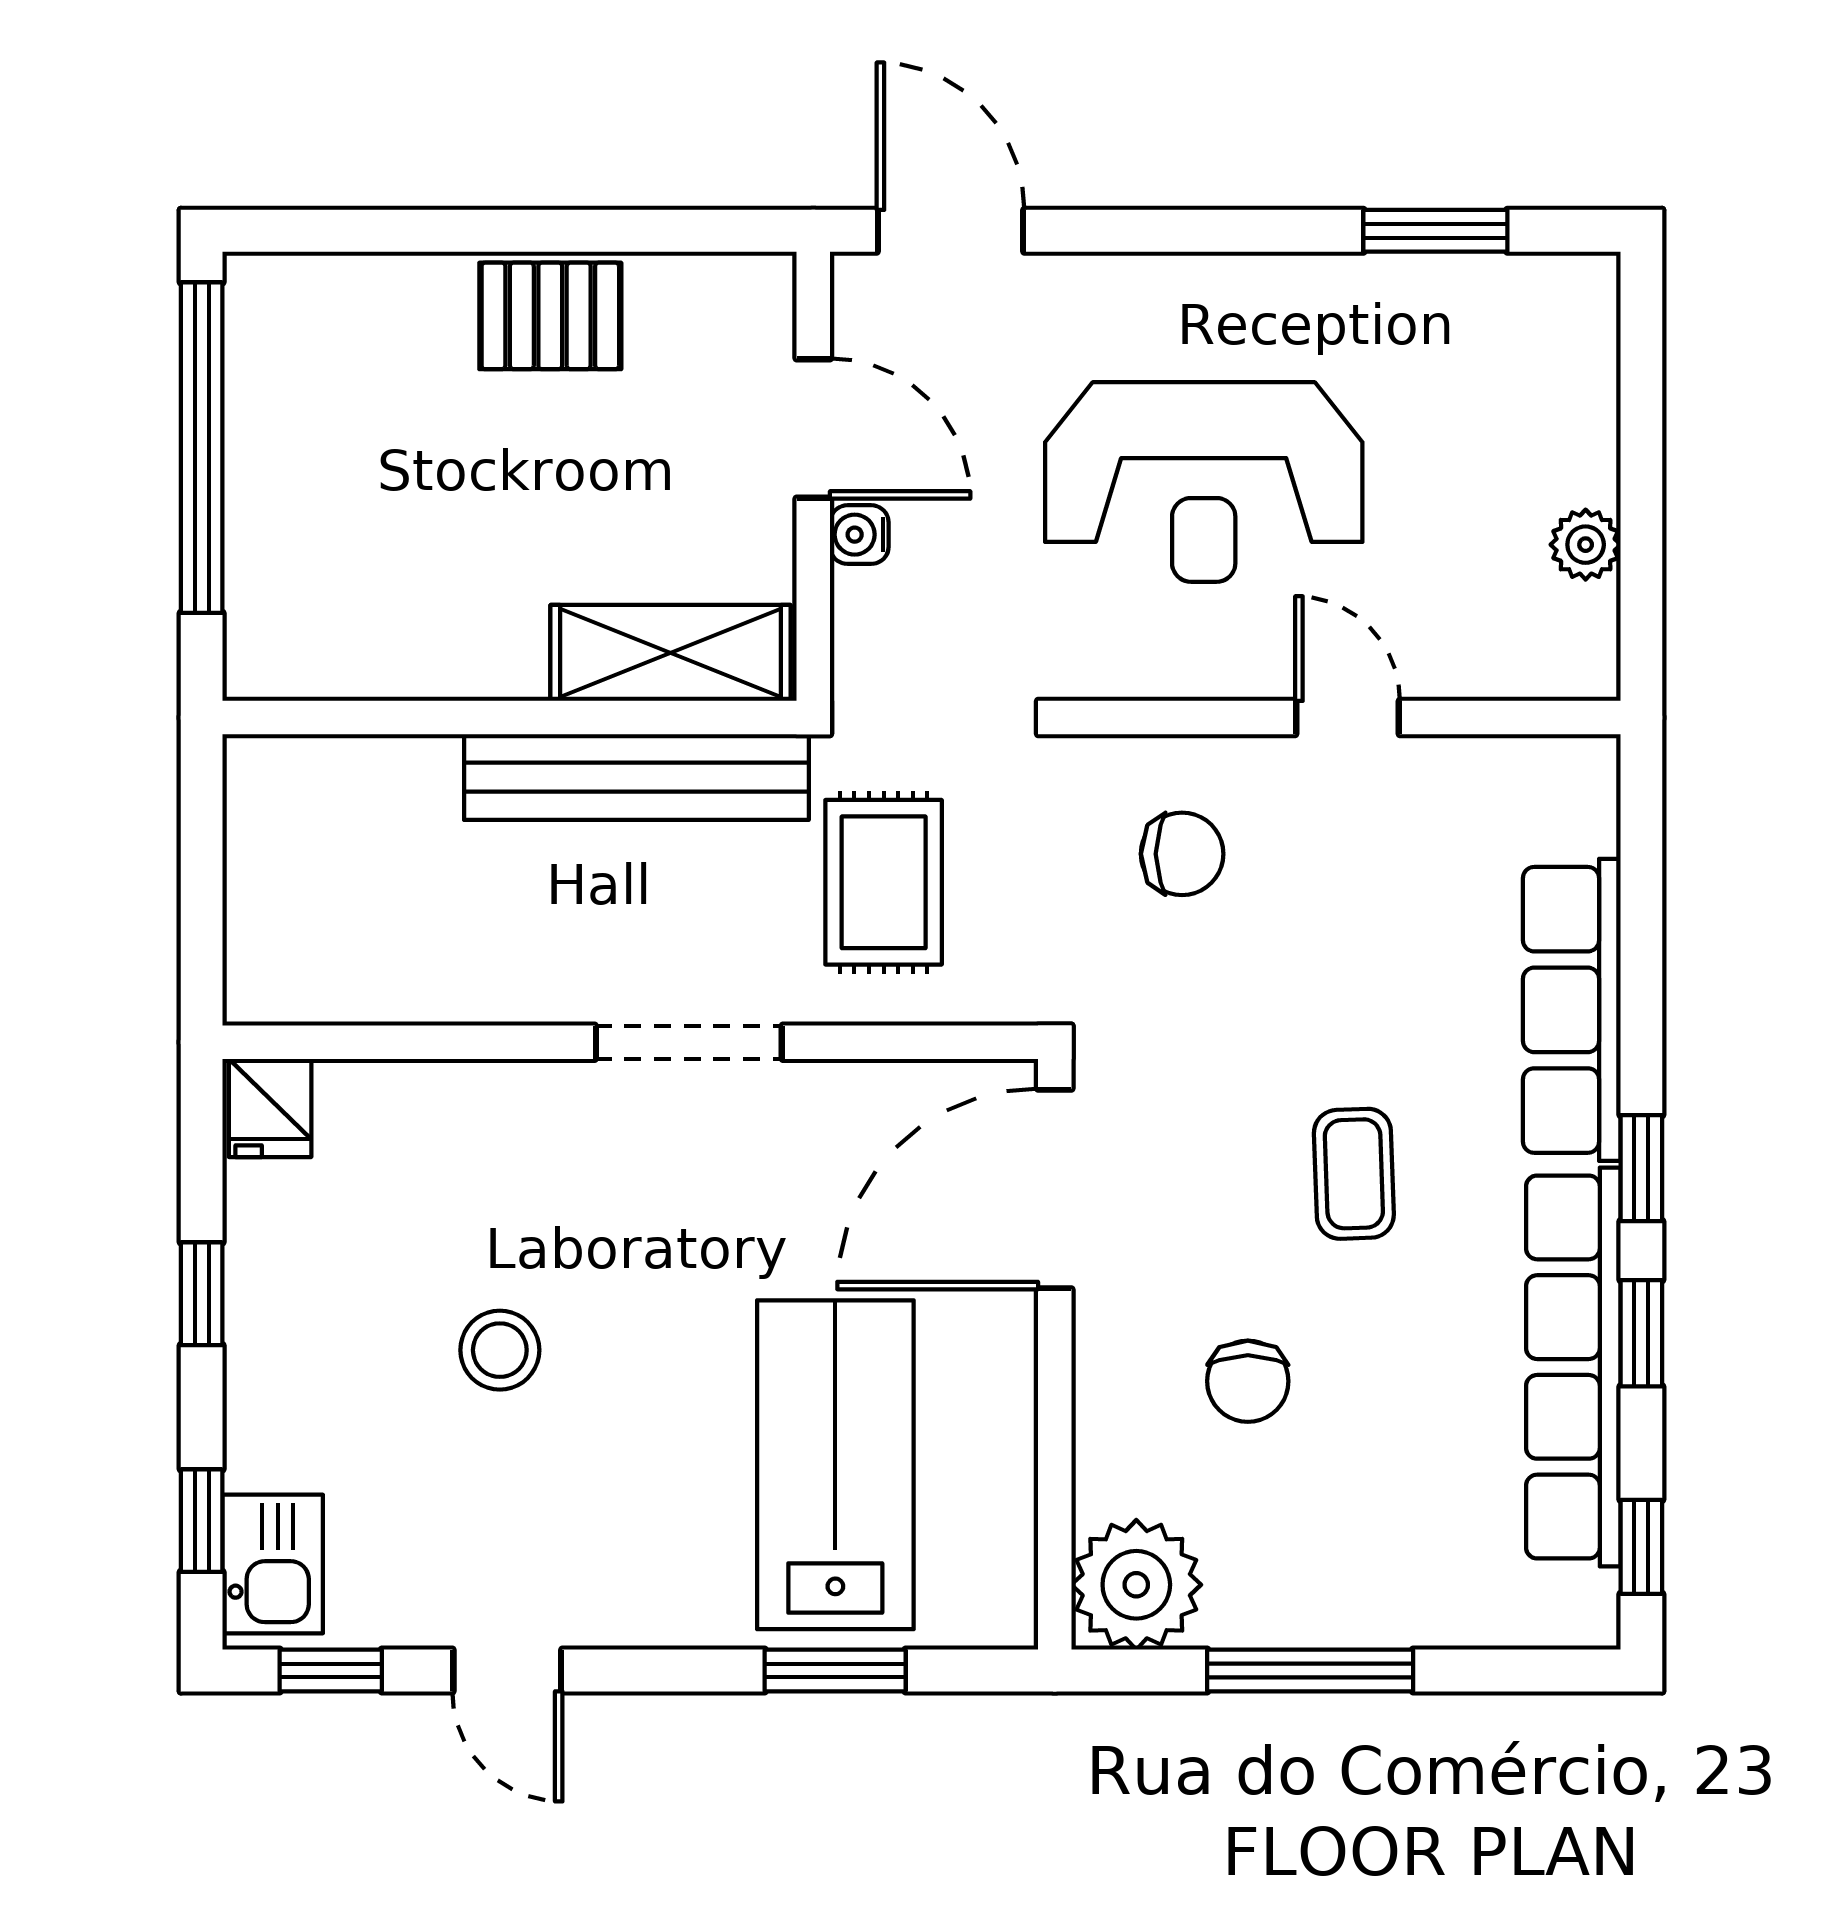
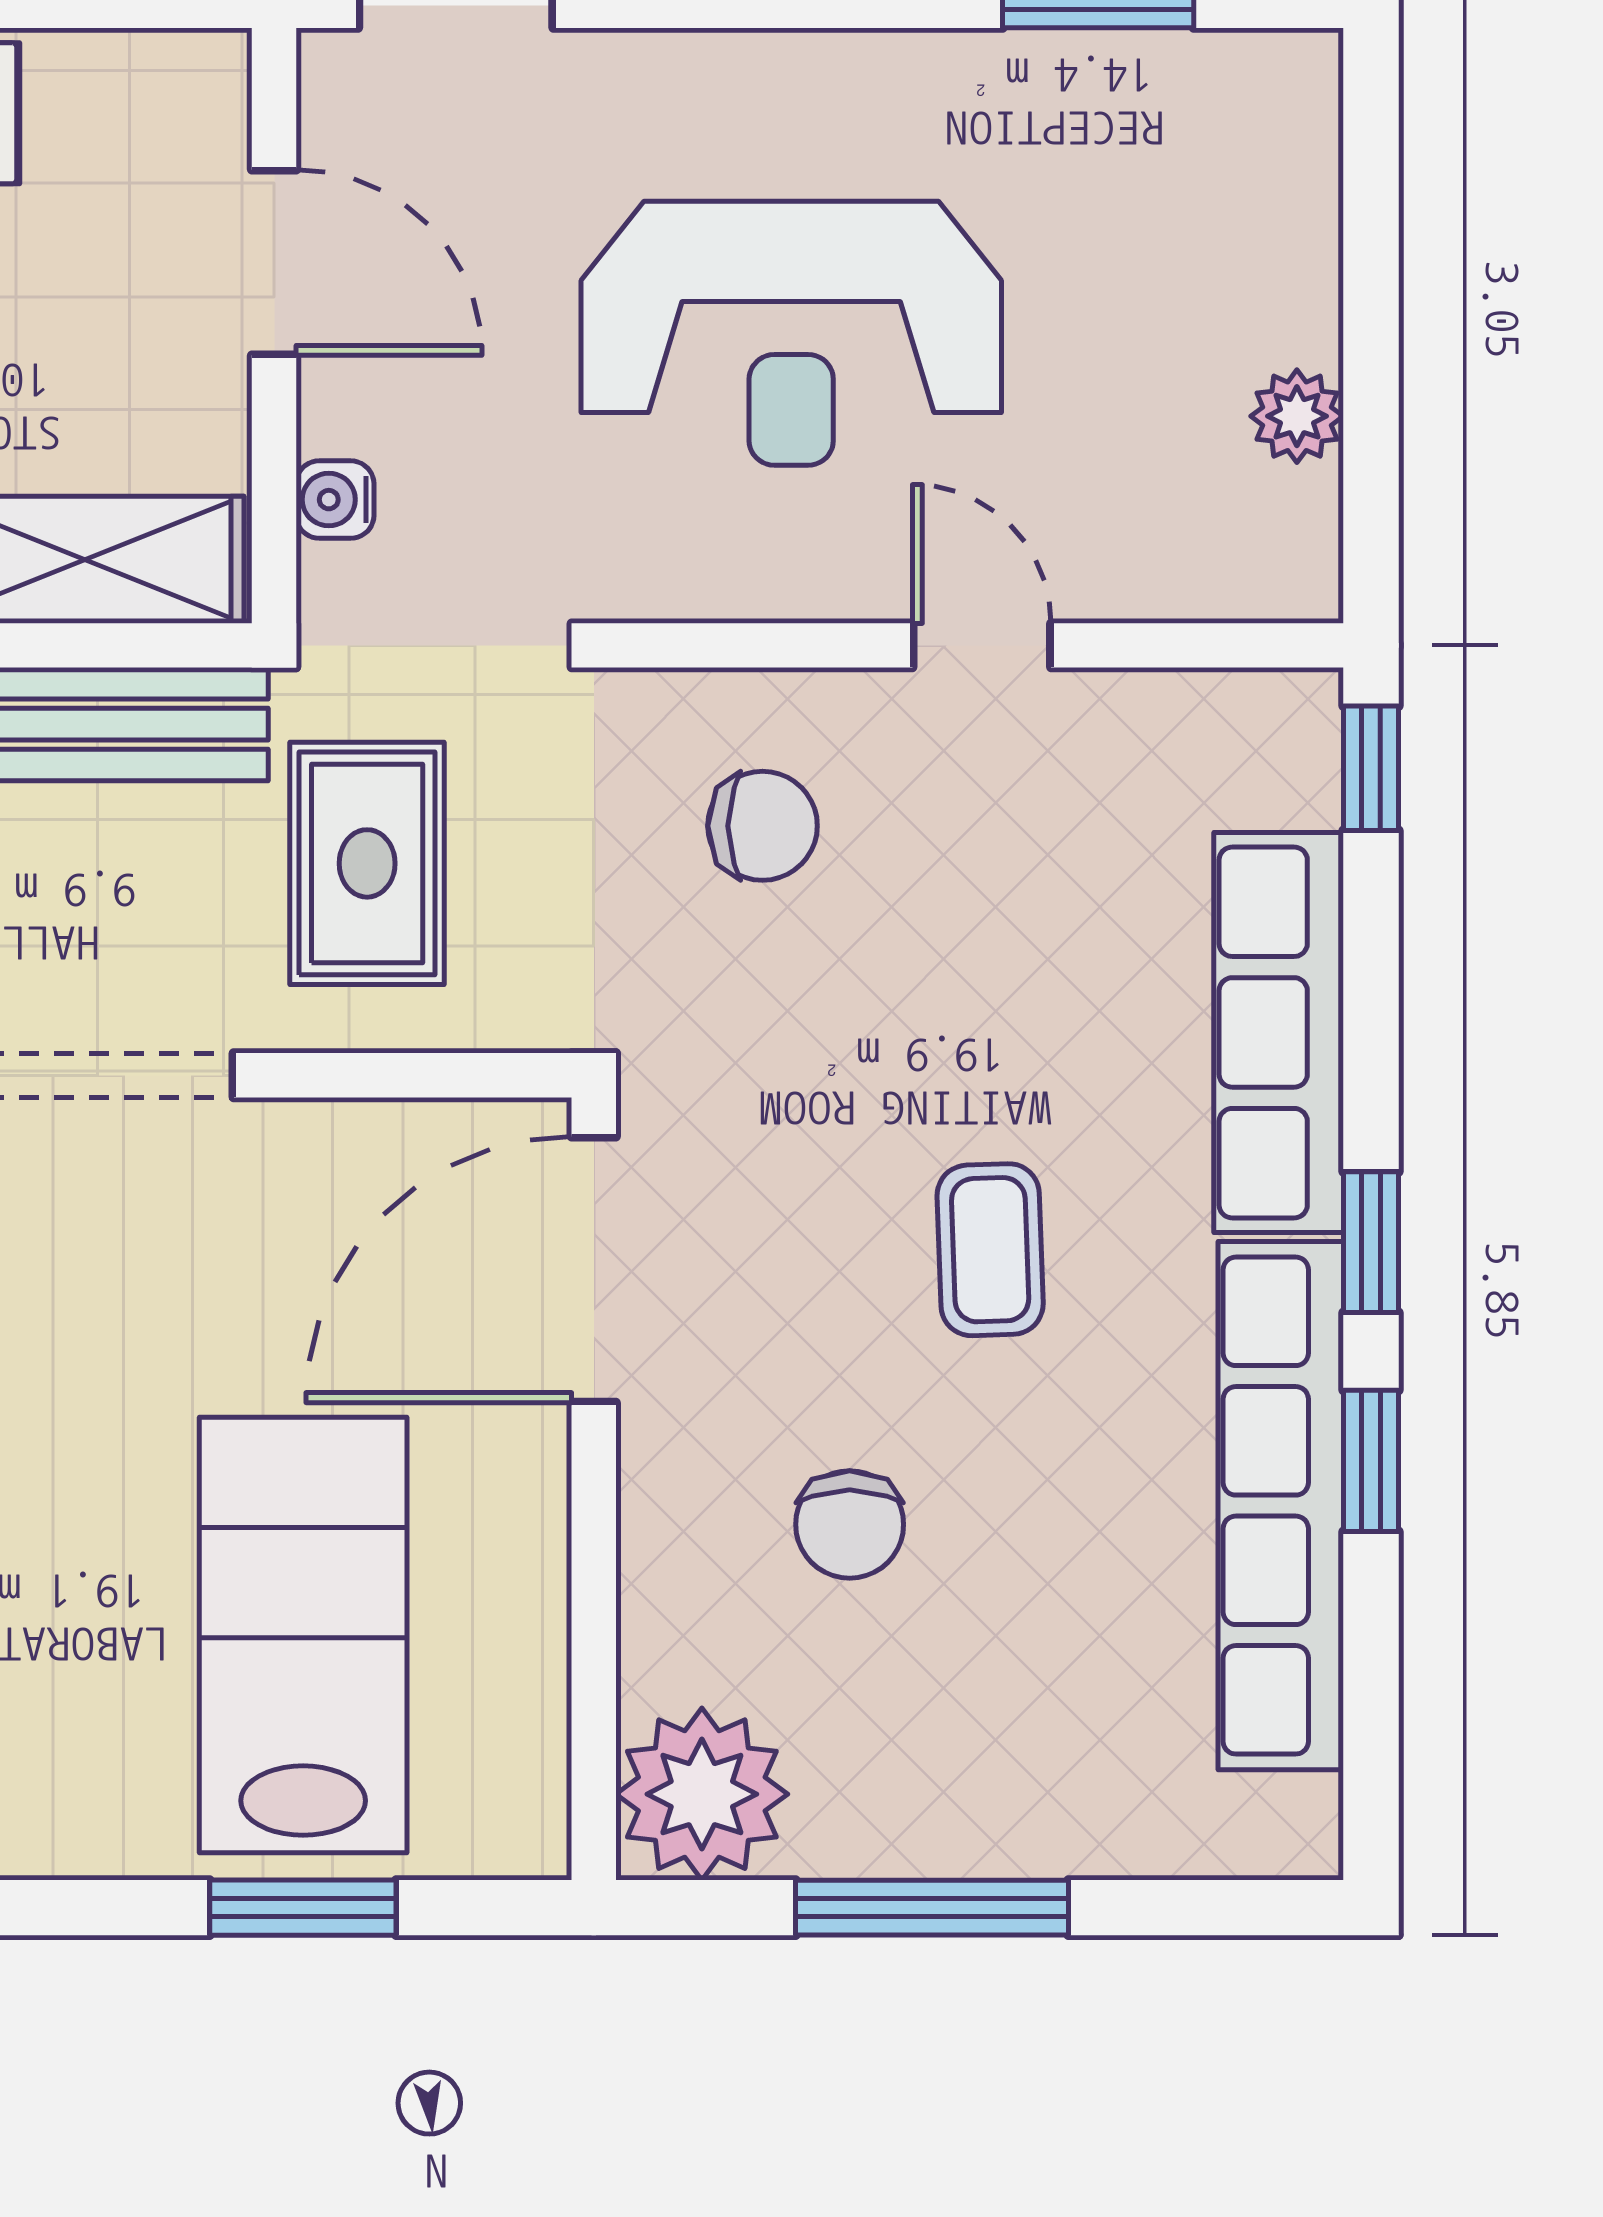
water cooler: (859, 535) -> (335, 500), moved
window: (1641, 1547) -> (1371, 768), moved

